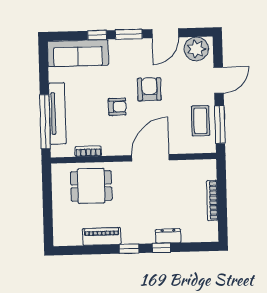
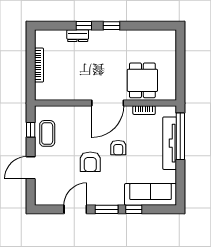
plant: (196, 49) -> (49, 195), removed
armchair: (117, 107) -> (118, 148), turned -90
window: (220, 125) -> (31, 130), width x0.46
door: (150, 158) -> (108, 103), moved
dining table: (91, 186) -> (142, 80), turned 90
piano: (102, 236) -> (135, 37), removed

